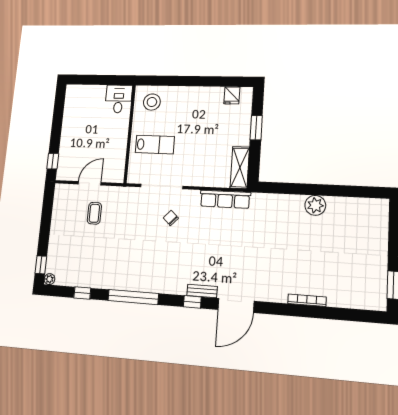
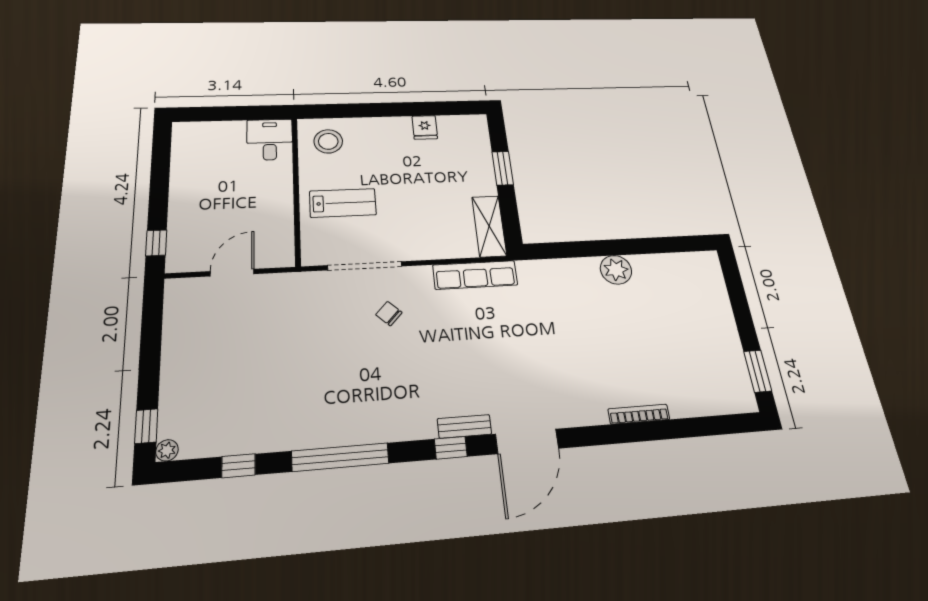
fridge: (232, 95) -> (425, 127), moved
coffee table: (94, 213) -> (247, 321), removed

